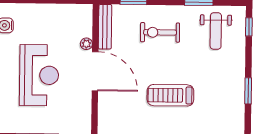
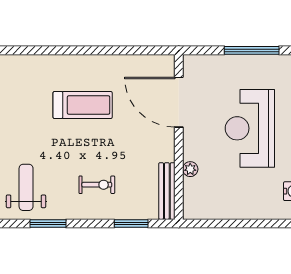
exercise bike: (160, 32) -> (97, 185), width x0.73, depth x0.72
door: (95, 71) -> (179, 102), moved

